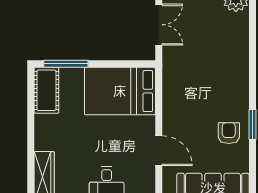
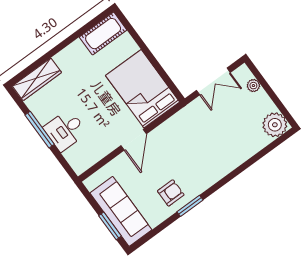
window: (66, 64) -> (133, 34), removed
door: (159, 151) -> (134, 140), moved

